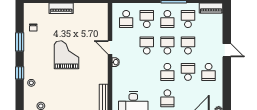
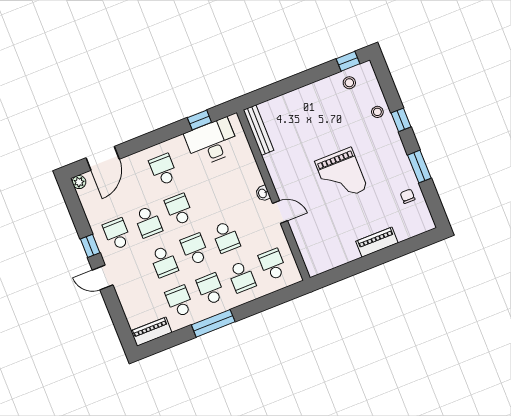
school desk: (188, 19) -> (180, 301), turned 180
school desk: (167, 45) -> (195, 249), turned 180
window: (227, 71) -> (90, 246), added

